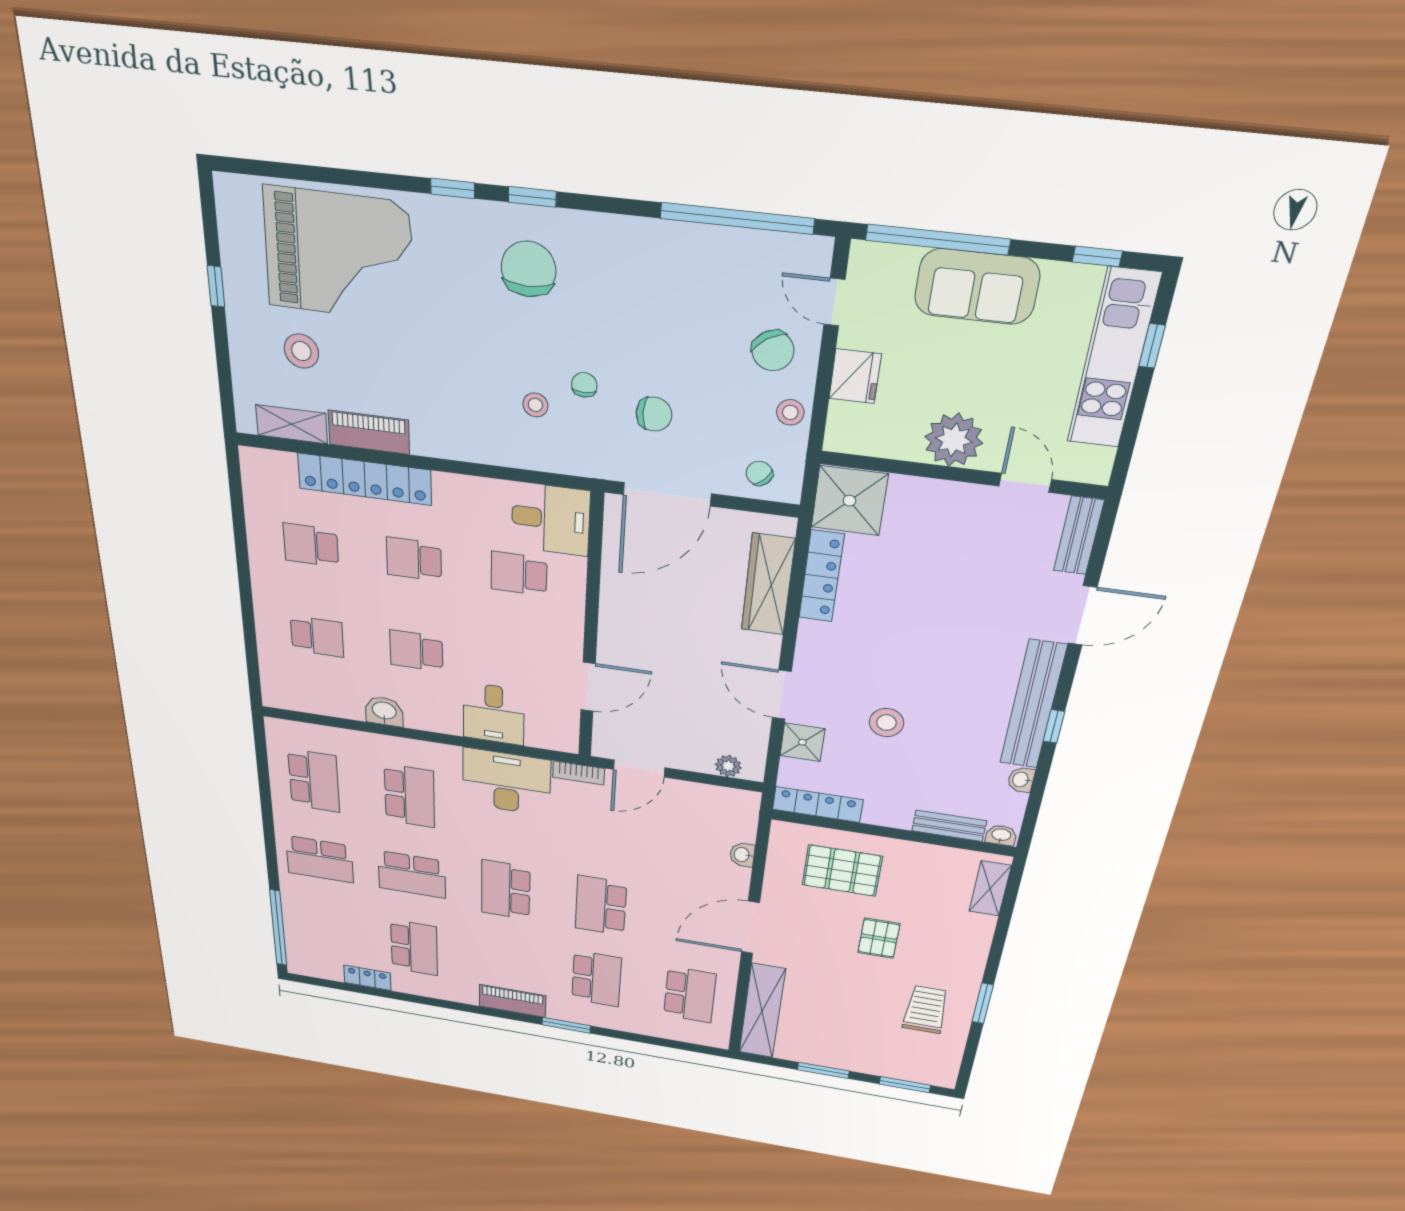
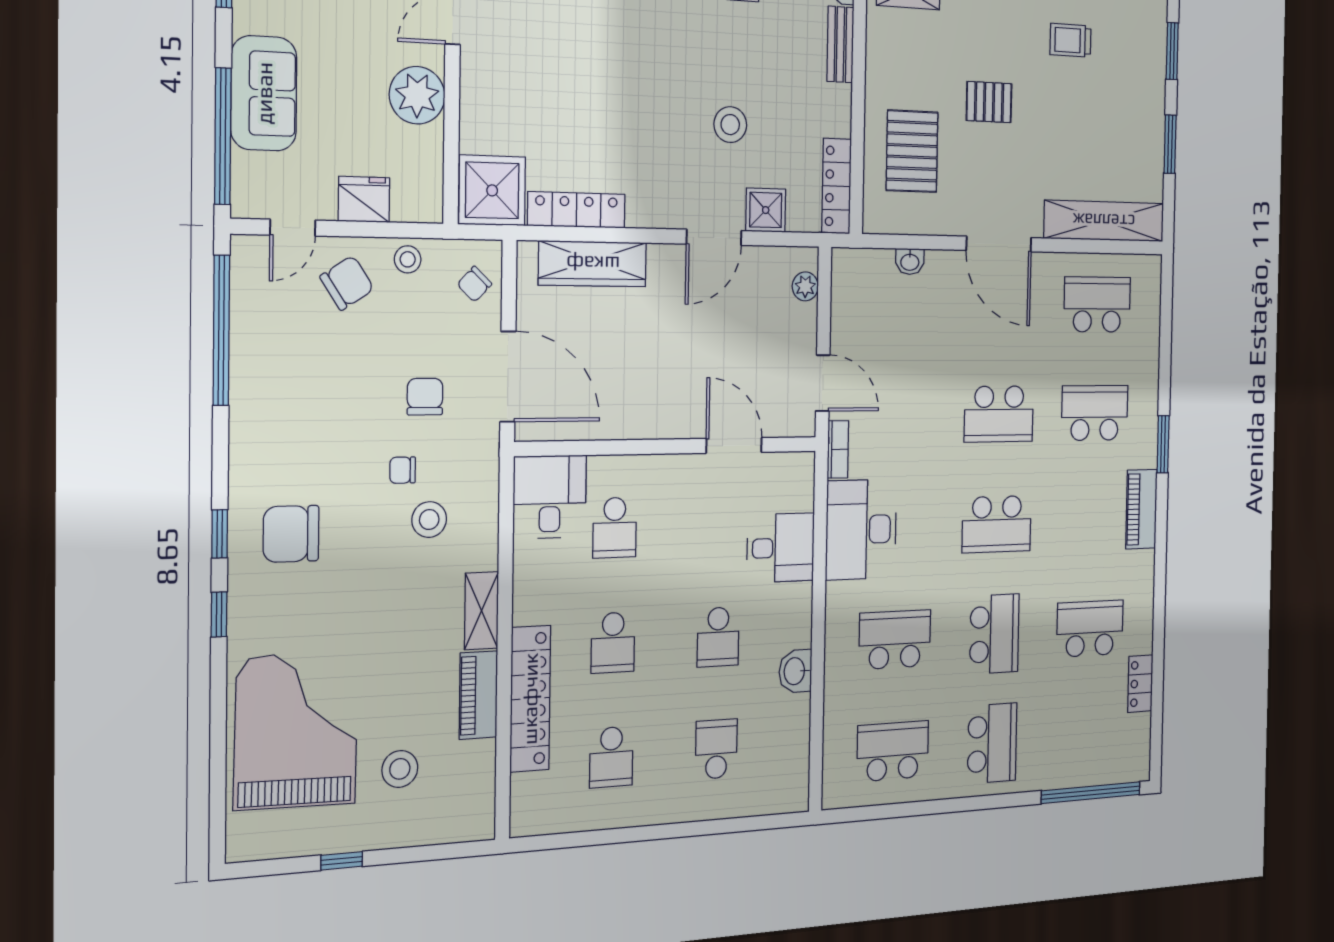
stool: (535, 405) -> (429, 520), width x1.37, depth x1.37
shelving: (292, 424) -> (481, 611), moved
trolley: (926, 1010) -> (1070, 40), width x0.73, depth x0.72

